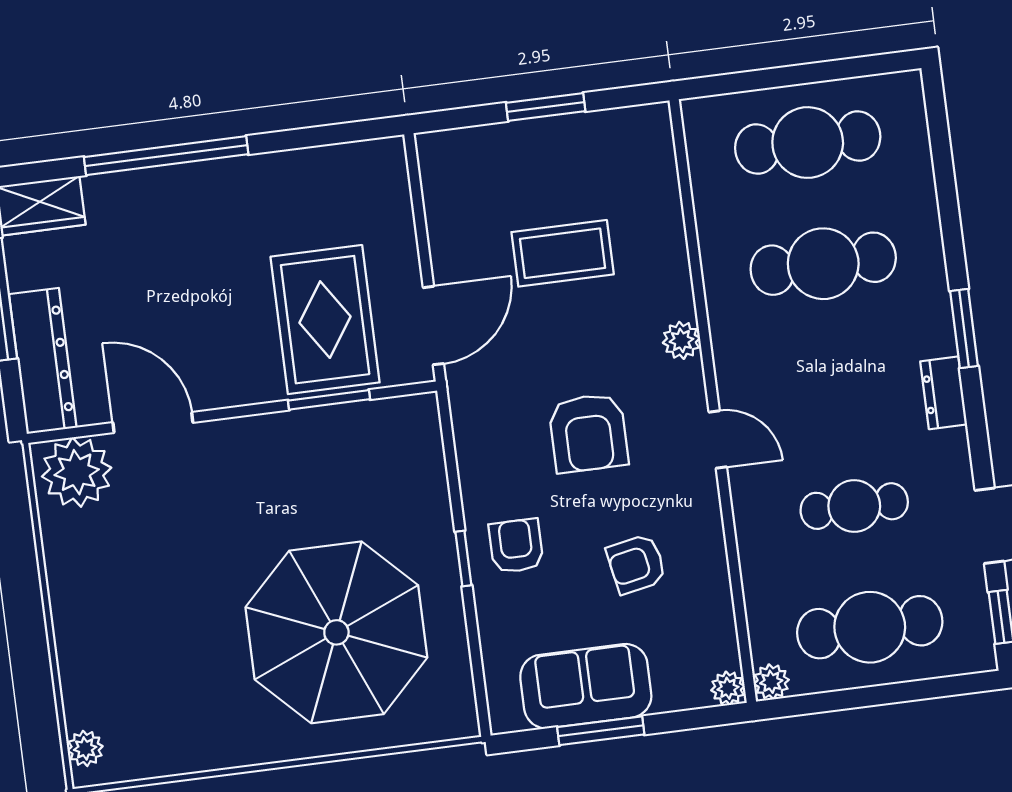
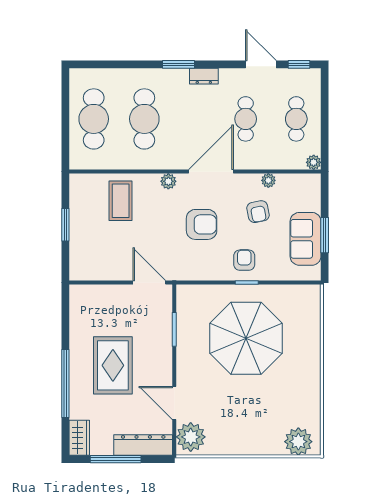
coffee table: (563, 253) -> (121, 201), moved
rug: (325, 320) -> (113, 365), moved, turned 90
door: (153, 422) -> (174, 403), hinge flipped
door: (718, 439) -> (211, 172), width x1.87
armchair: (516, 546) -> (244, 260), turned 90
cafe table: (870, 627) -> (296, 119), width x0.73, depth x0.74
parasol: (336, 632) -> (246, 338), moved
plant: (728, 688) -> (268, 180), moved
plant: (85, 748) -> (298, 442), width x1.87, depth x1.87

